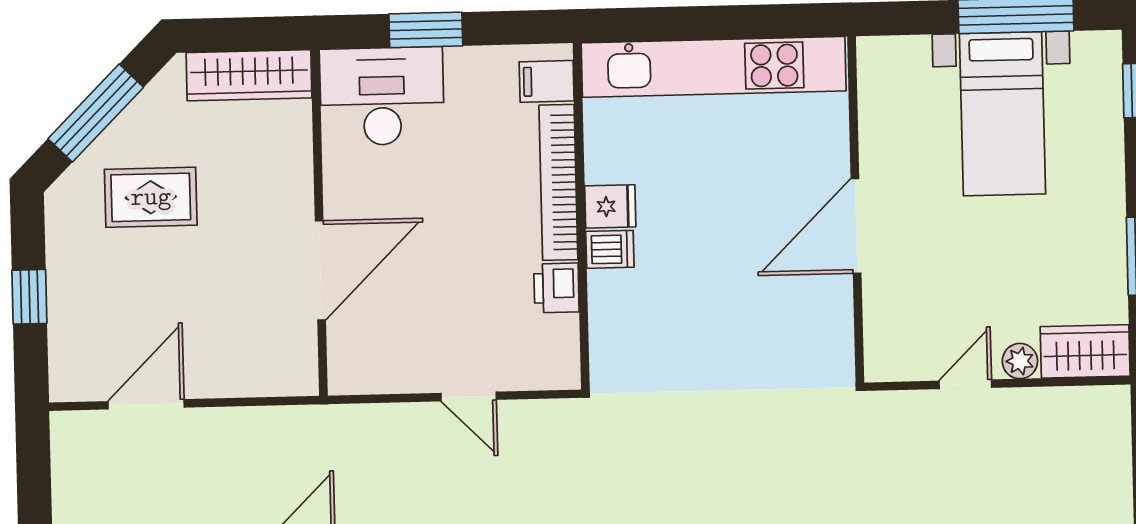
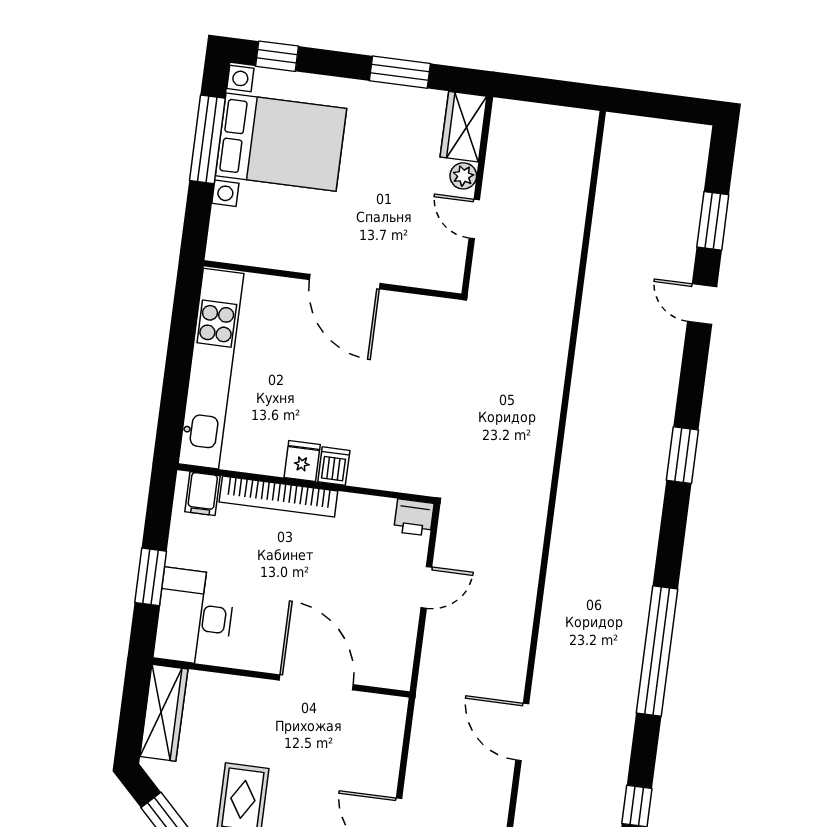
bed with nightstands: (1003, 114) -> (281, 142), width x1.36
printer: (556, 288) -> (414, 518), moved

